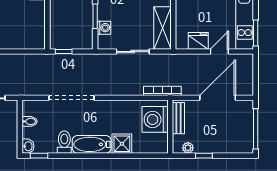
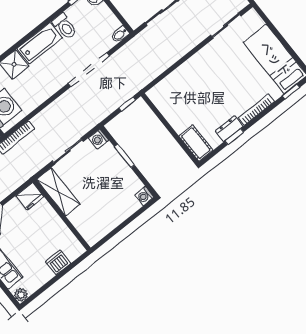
washing machine: (104, 28) -> (99, 139), moved
fridge: (198, 41) -> (30, 196), moved
bidet: (30, 121) -> (120, 34), moved

